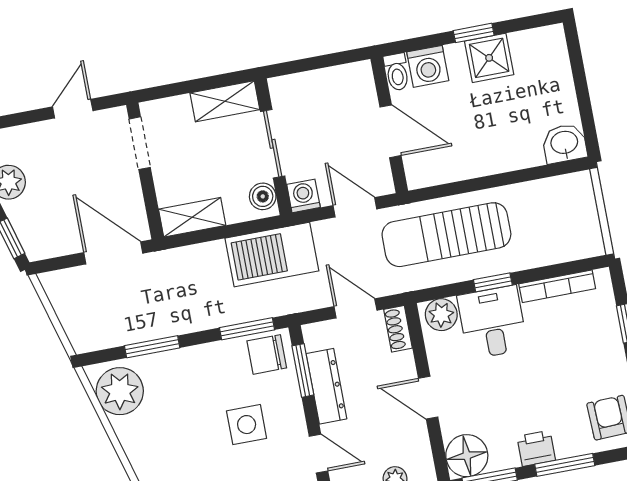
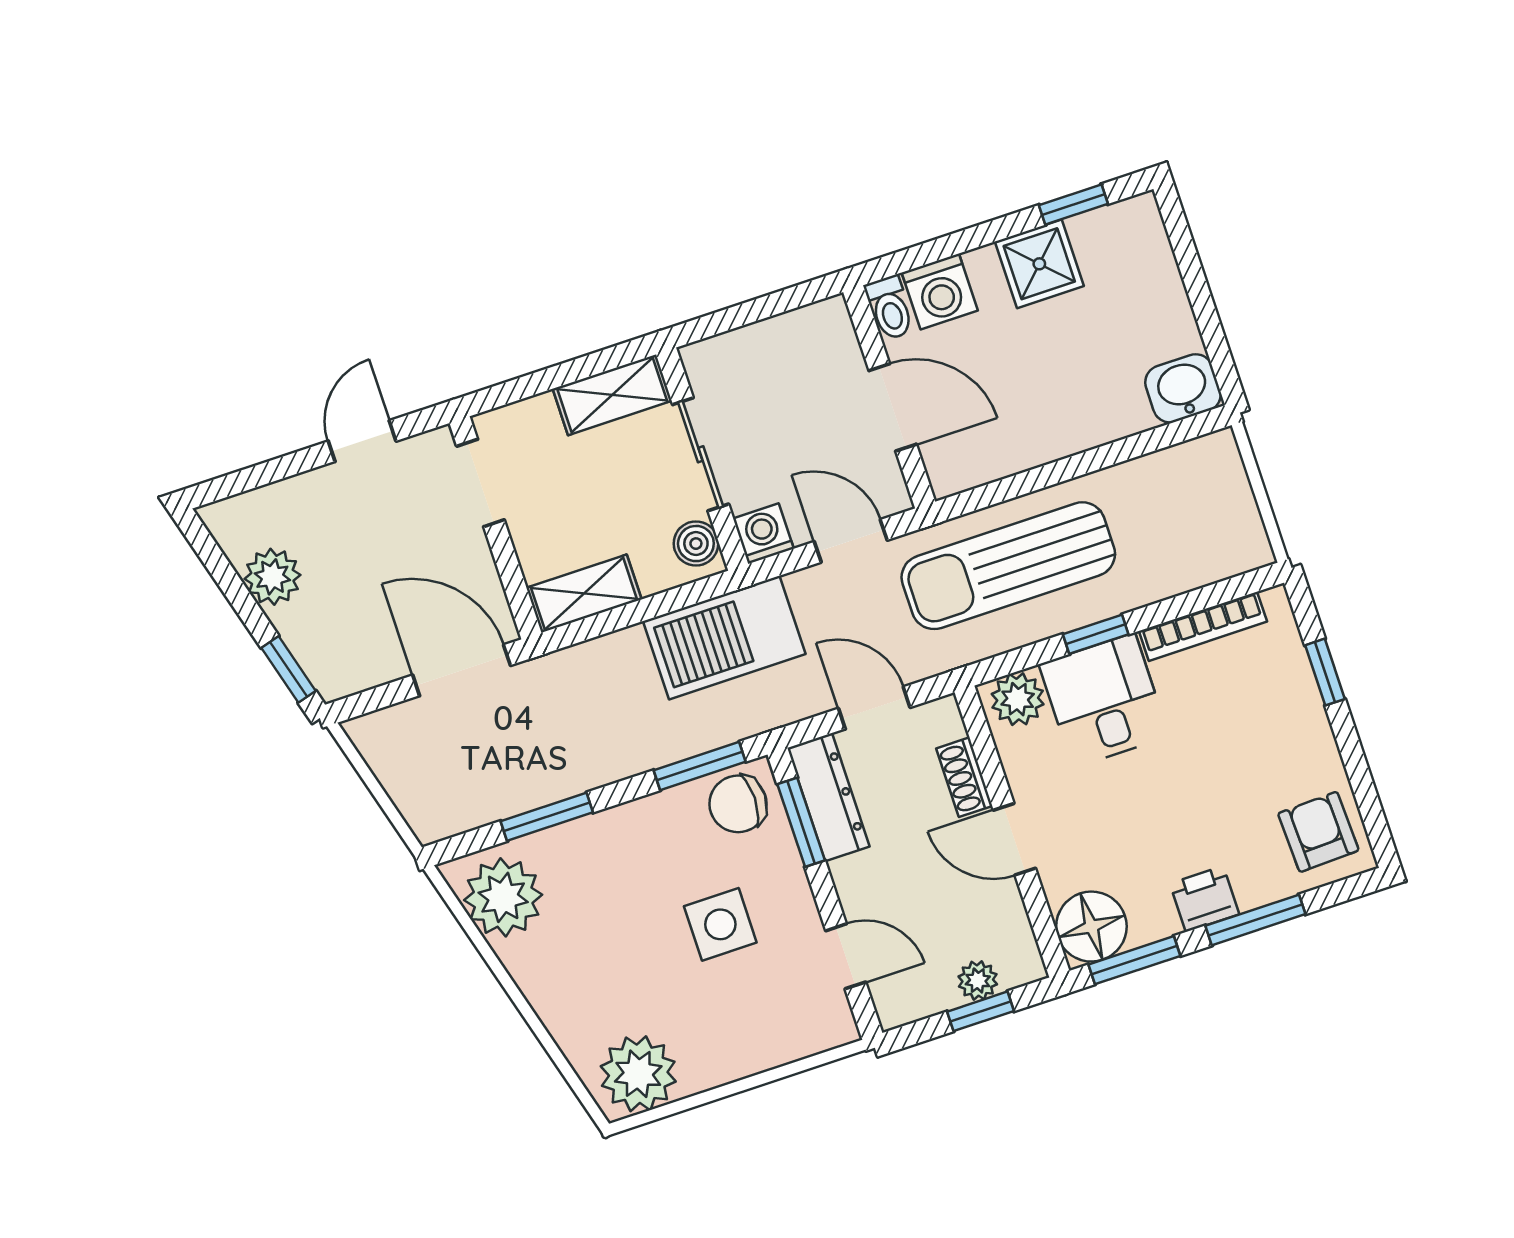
window: (474, 33) -> (1073, 204), moved
shoe rack: (398, 329) -> (964, 777), moved
dresser: (326, 386) -> (828, 797), moved

